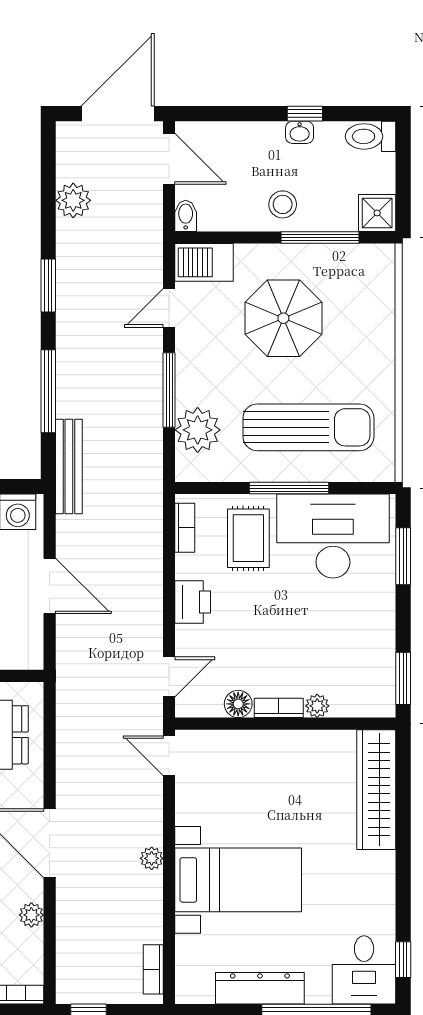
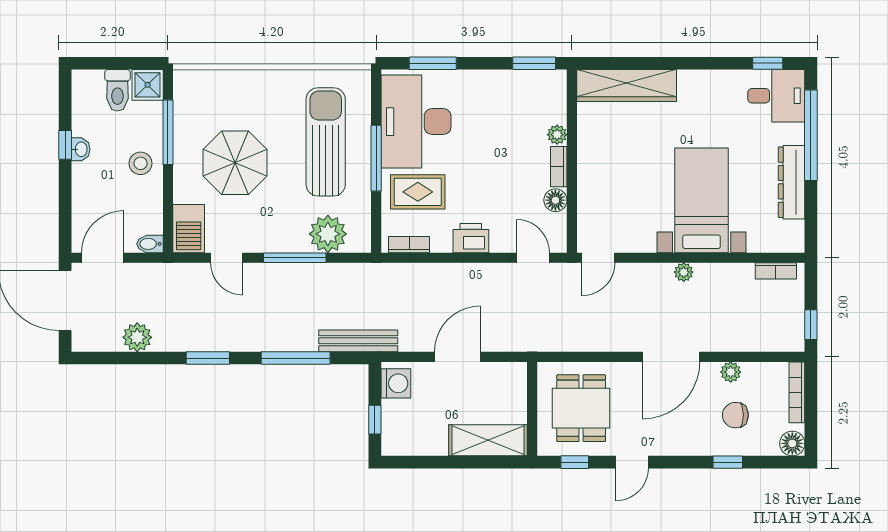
toilet: (371, 136) -> (117, 90), moved

